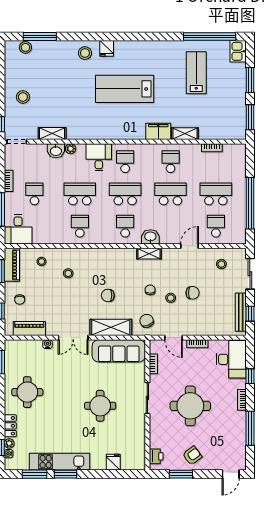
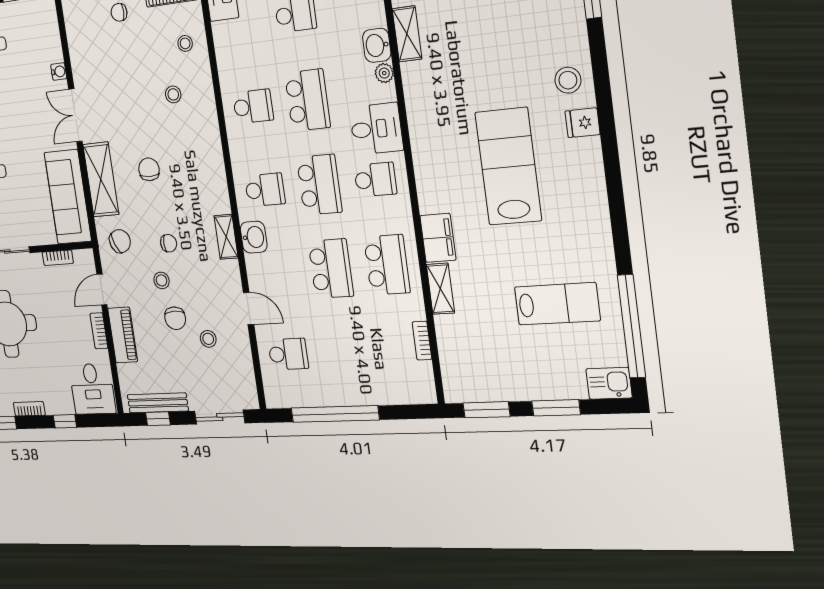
school desk: (171, 162) -> (387, 265), width x1.85
school desk: (216, 194) -> (342, 352), removed
stool: (221, 264) -> (208, 339), moved
piano: (29, 328) -> (123, 335), moved
desk: (231, 359) -> (92, 389), width x0.73

